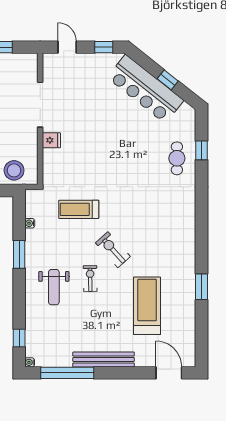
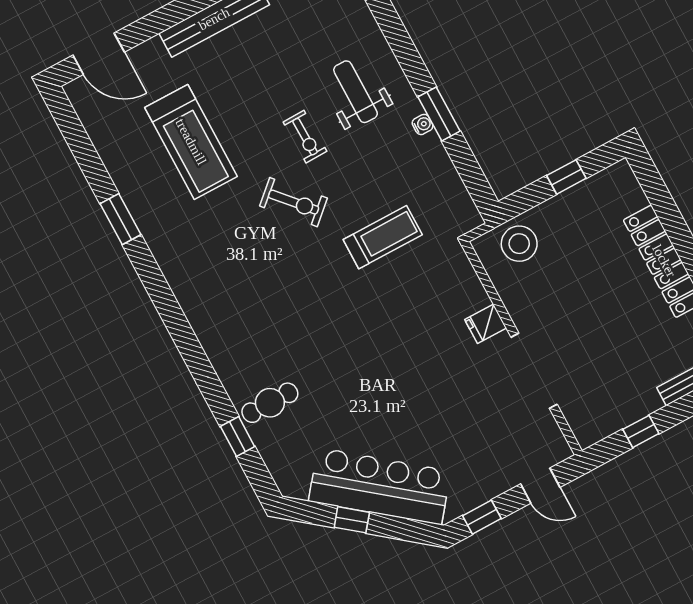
cafe table: (177, 158) -> (270, 403), turned 90
water cooler: (30, 223) -> (423, 124), moved

